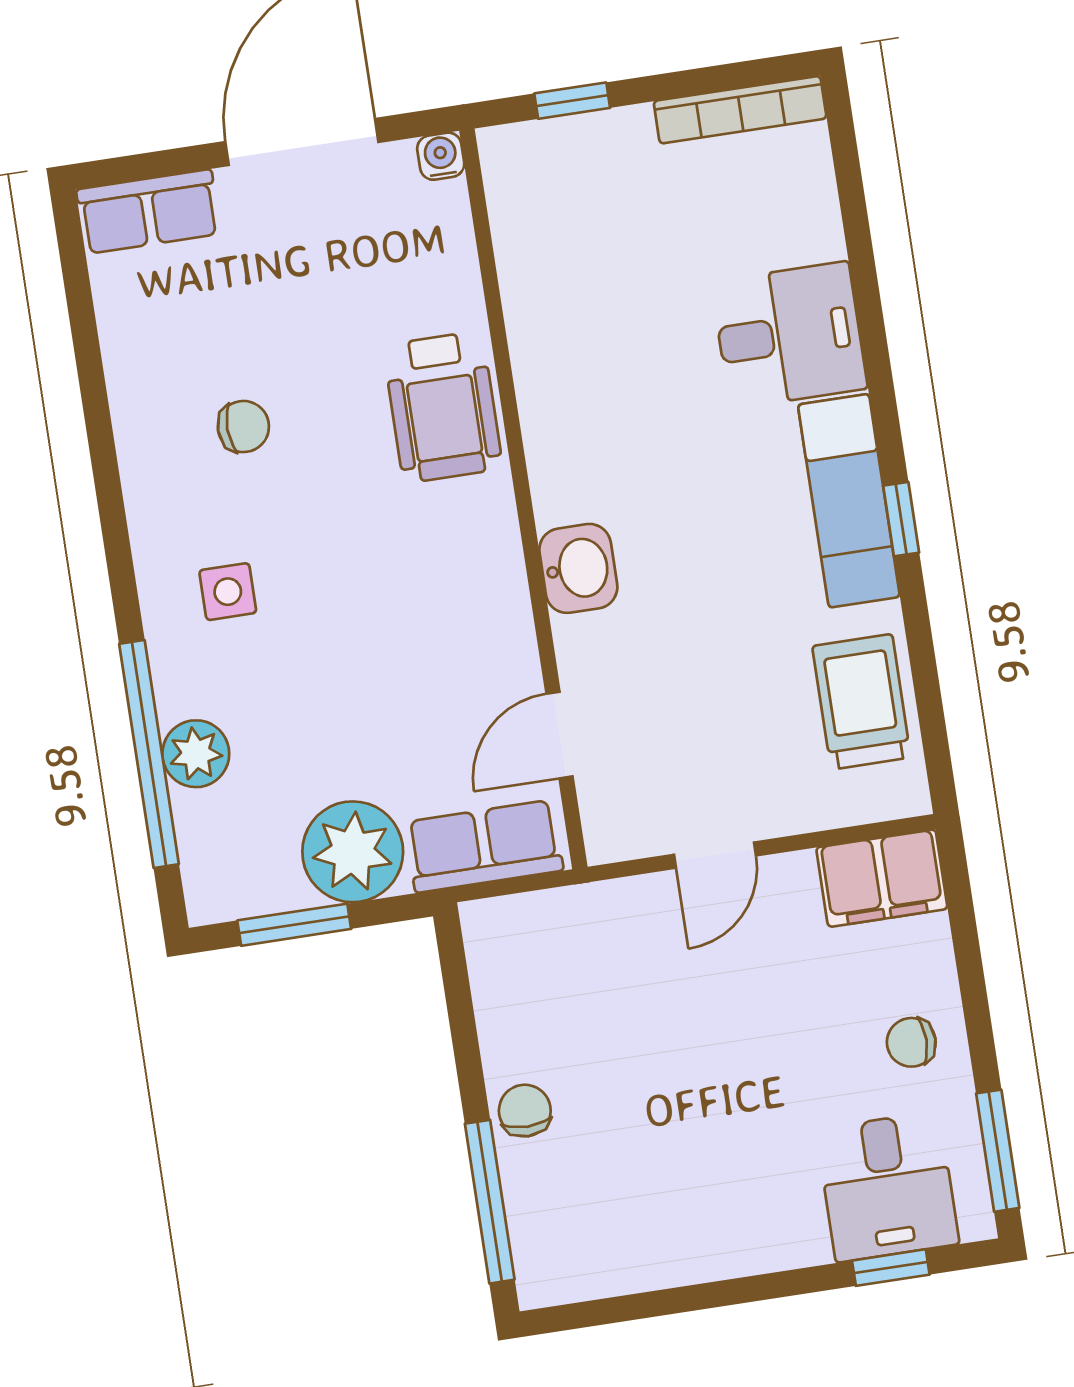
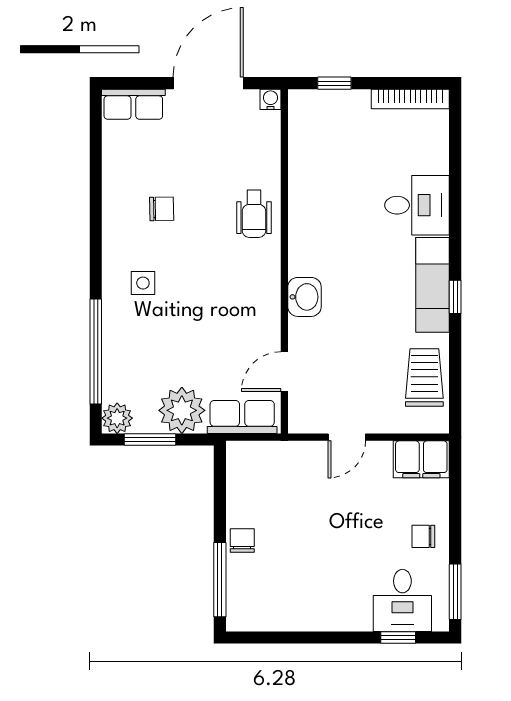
wheelchair: (443, 407) -> (254, 214), width x0.73, depth x0.73
plant: (196, 754) -> (117, 418), moved

